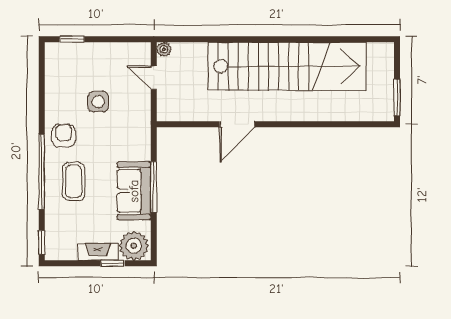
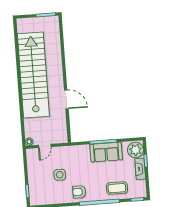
coffee table: (74, 181) -> (117, 188), moved

